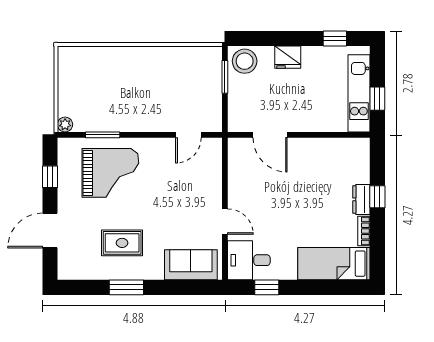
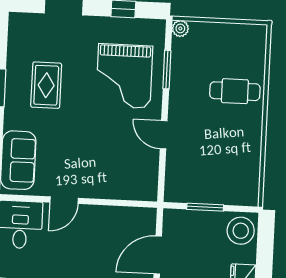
cafe table: (119, 73) -> (235, 91), added
window: (225, 77) -> (205, 207), moved
door: (188, 135) -> (164, 135), moved

